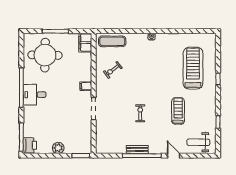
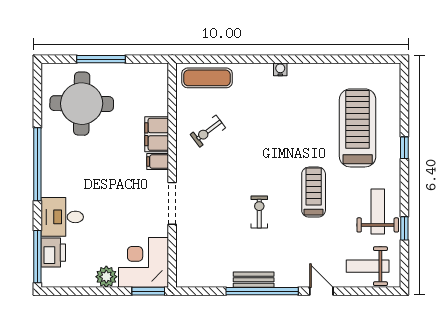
filing cabinet: (85, 43) -> (157, 134), moved
desk: (35, 95) -> (62, 217), moved
treadmill: (178, 111) -> (314, 192), moved
weight bench: (204, 113) -> (378, 211), added
corner desk: (78, 140) -> (144, 262), added
printer: (30, 145) -> (53, 253), moved

